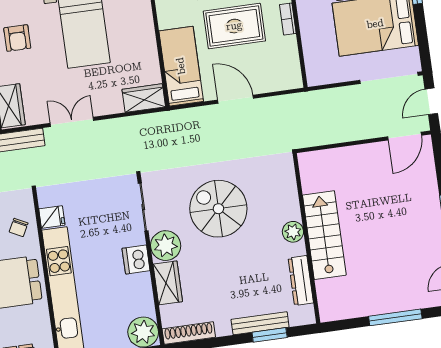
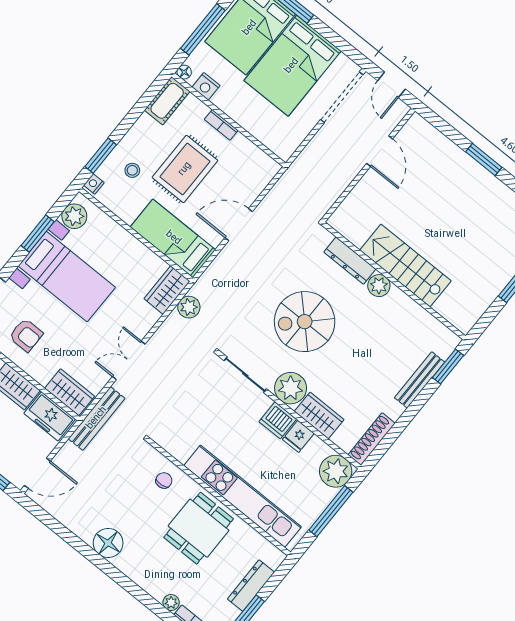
plant: (148, 124) -> (189, 307), added
door: (405, 136) -> (380, 151), moved
fridge: (52, 217) -> (298, 436), moved, turned 180
chair: (19, 227) -> (164, 480), turned -123
dresser: (301, 281) -> (350, 261), moved
window: (270, 335) -> (448, 367), moved

